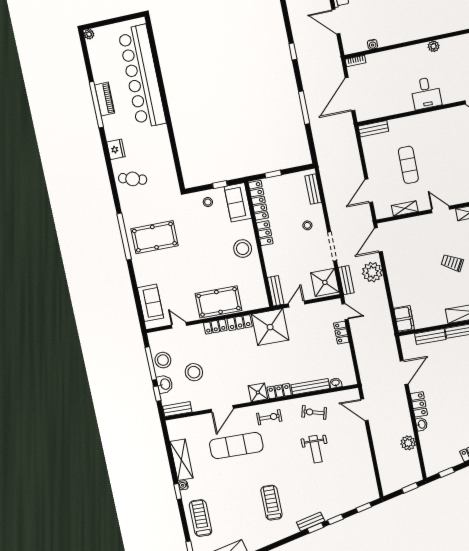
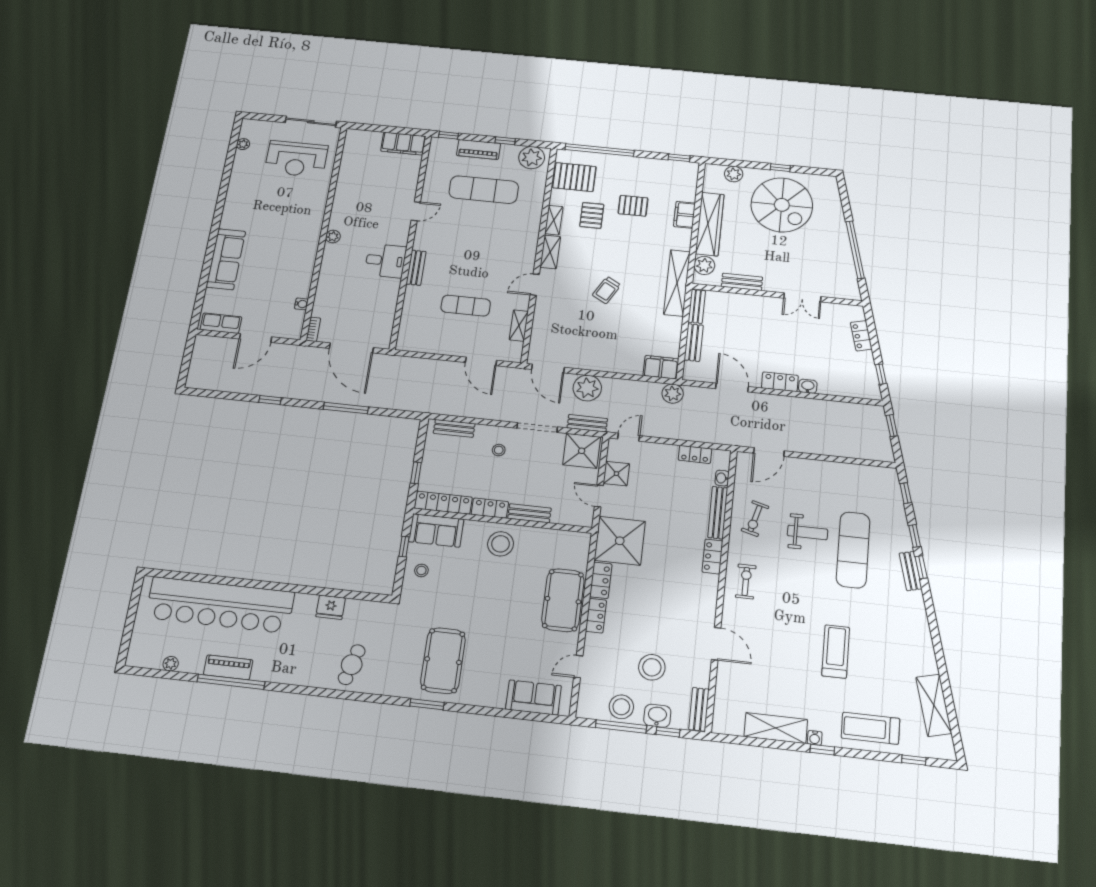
plant: (89, 34) -> (171, 664), moved
bench: (373, 129) -> (416, 268), moved
fridge: (116, 149) -> (331, 607), moved, turned 180
window: (124, 236) -> (427, 704), width x0.47
bench: (276, 291) -> (529, 513), moved
locker: (341, 333) -> (695, 454), moved
shower: (258, 392) -> (616, 474), moved
plant: (408, 443) -> (673, 394), moved
exercise mat: (236, 446) -> (853, 550), moved
treadmill: (271, 503) -> (836, 651), moved, turned 90

